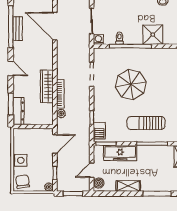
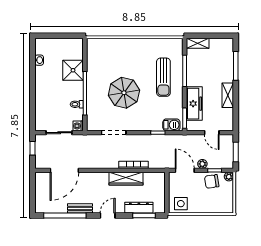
bench: (18, 29) -> (80, 208), moved
dresser: (18, 111) -> (139, 208), moved
plant: (61, 113) -> (202, 164), moved
side table: (21, 160) -> (181, 204), moved
chair: (23, 182) -> (212, 181), moved
boiler: (99, 183) -> (225, 126), removed

